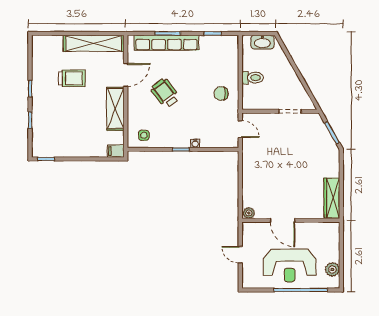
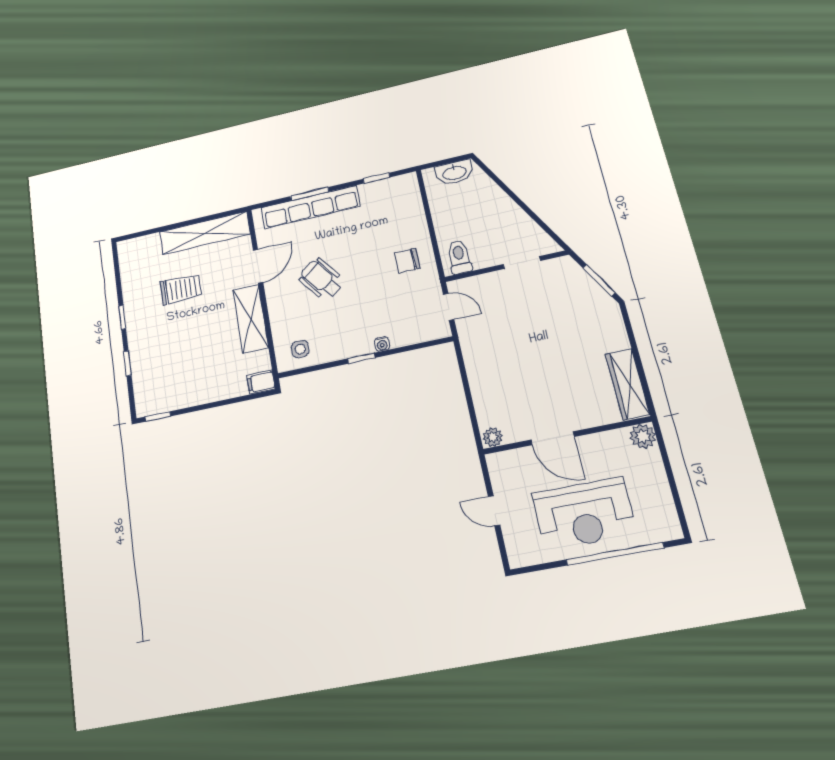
toilet: (253, 78) -> (459, 257), moved, turned -90
plant: (332, 269) -> (643, 436), moved

